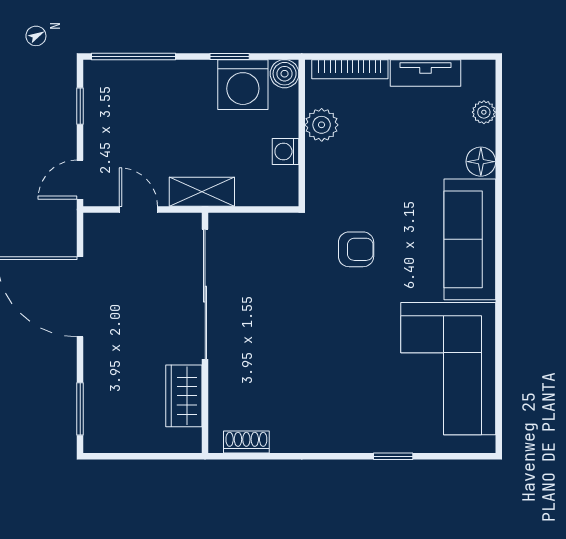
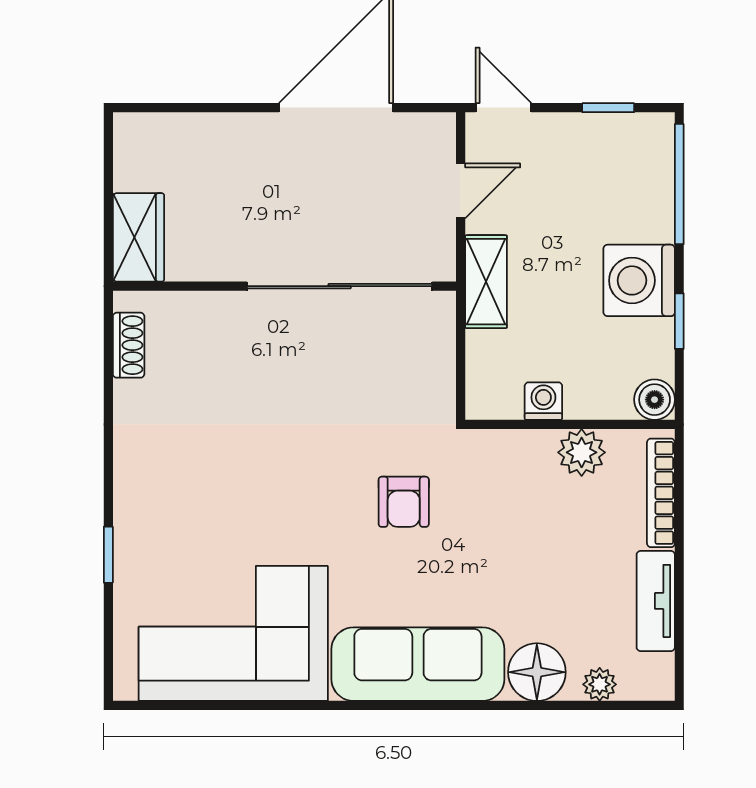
washing machine: (243, 85) -> (639, 280), moved
floor lamp: (481, 162) -> (537, 672), width x1.38, depth x1.38
wardrobe: (184, 396) -> (138, 237), moved, turned 90
window: (80, 409) -> (176, 108), removed

